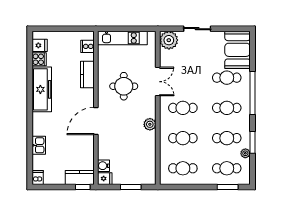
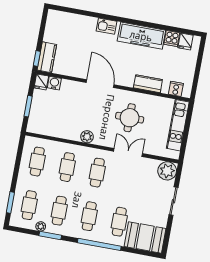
double door: (158, 82) -> (128, 152), swing flipped
kitchen sink: (39, 145) -> (106, 26), moved
dishwasher: (38, 178) -> (55, 15), removed

